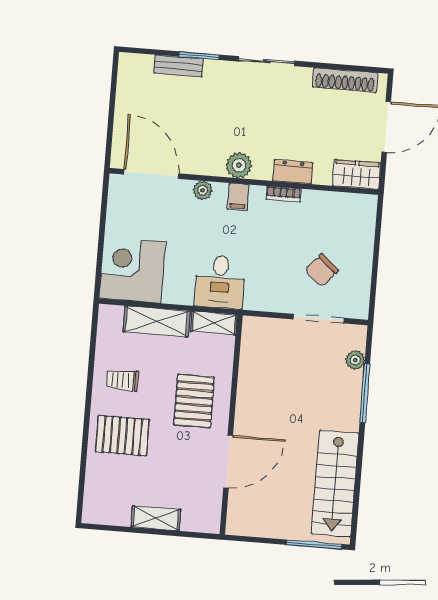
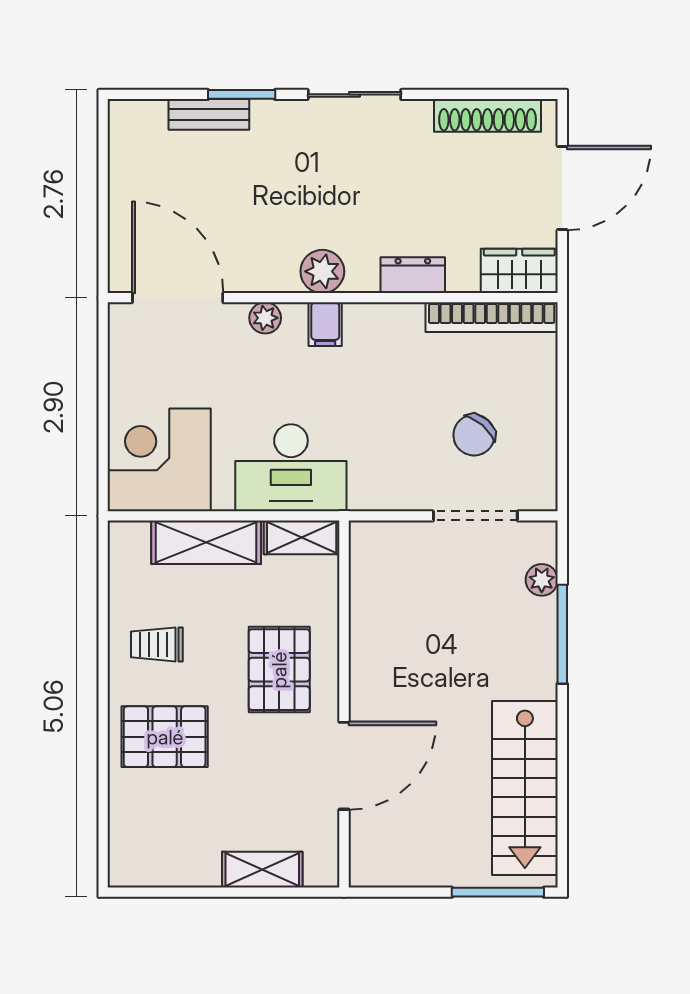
bookcase: (284, 194) -> (492, 317), moved, width x2.31, depth x1.31
desk: (220, 282) -> (291, 468), width x1.37
shelving: (156, 518) -> (262, 870), moved

